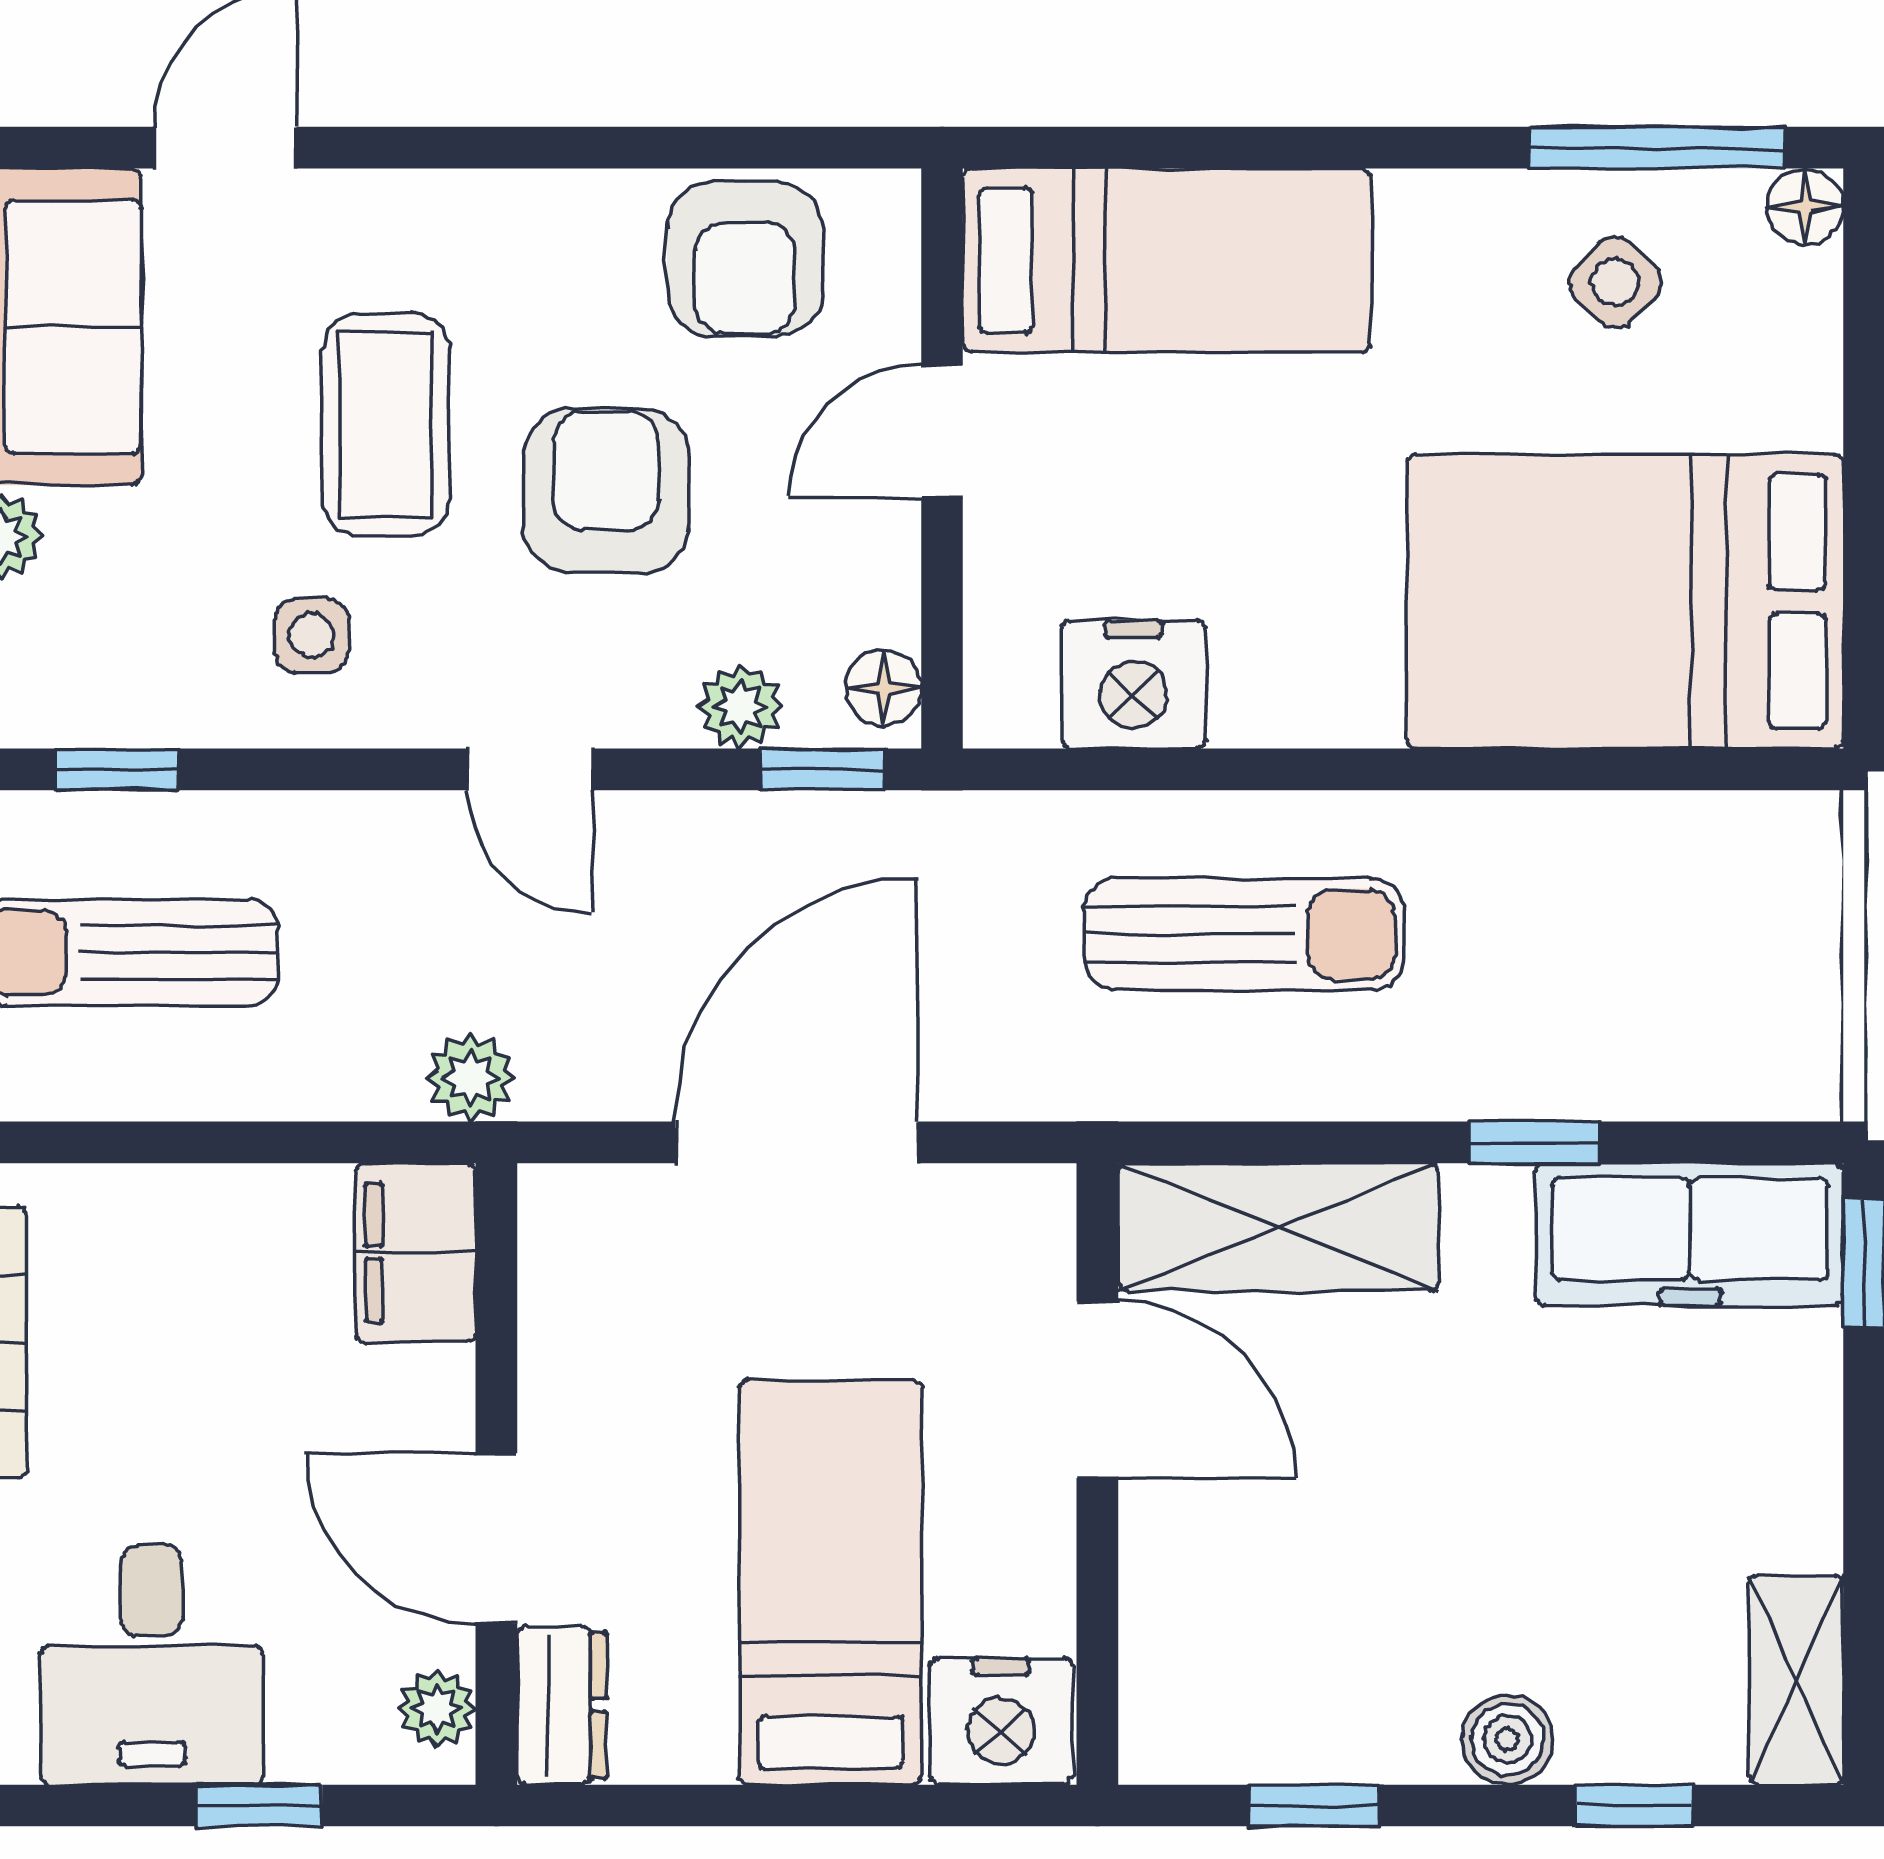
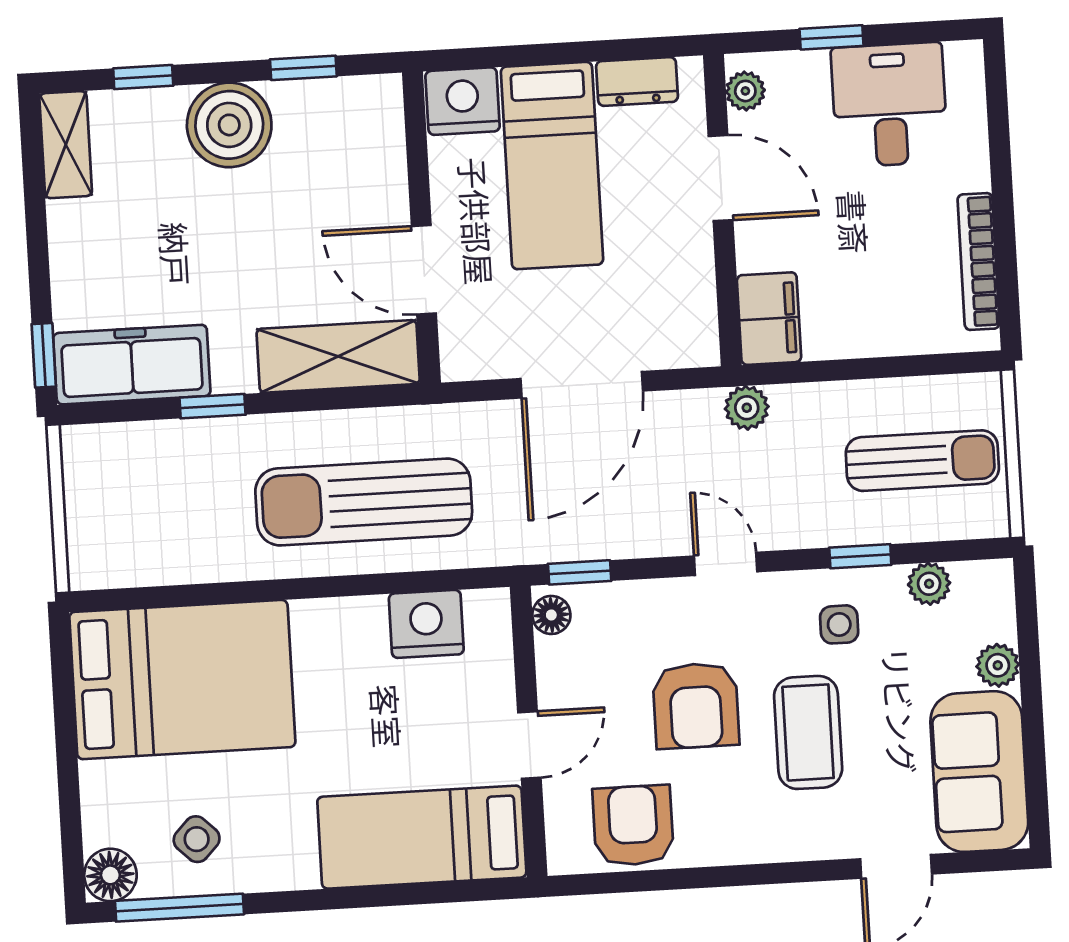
floor lamp: (1805, 207) -> (110, 875), width x1.37, depth x1.37
plant: (740, 706) -> (929, 584), moved
window: (117, 769) -> (860, 556), moved
sun lounger: (1244, 934) -> (364, 502), width x1.36, depth x1.34
dresser: (562, 1705) -> (637, 81), moved, turned -90
boiler: (1507, 1740) -> (229, 125), width x1.86, depth x1.86

